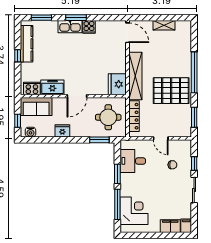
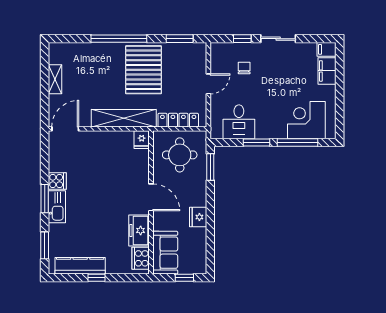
fridge: (117, 84) -> (142, 140), width x0.53, depth x0.75
water cooler: (30, 132) -> (200, 260), removed

